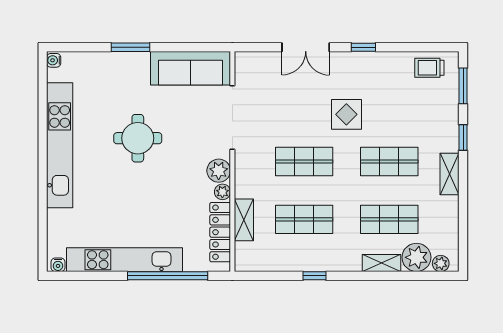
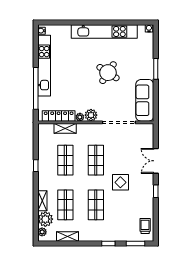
round table: (138, 138) -> (108, 73), turned 33
shelving: (450, 174) -> (68, 237), moved

